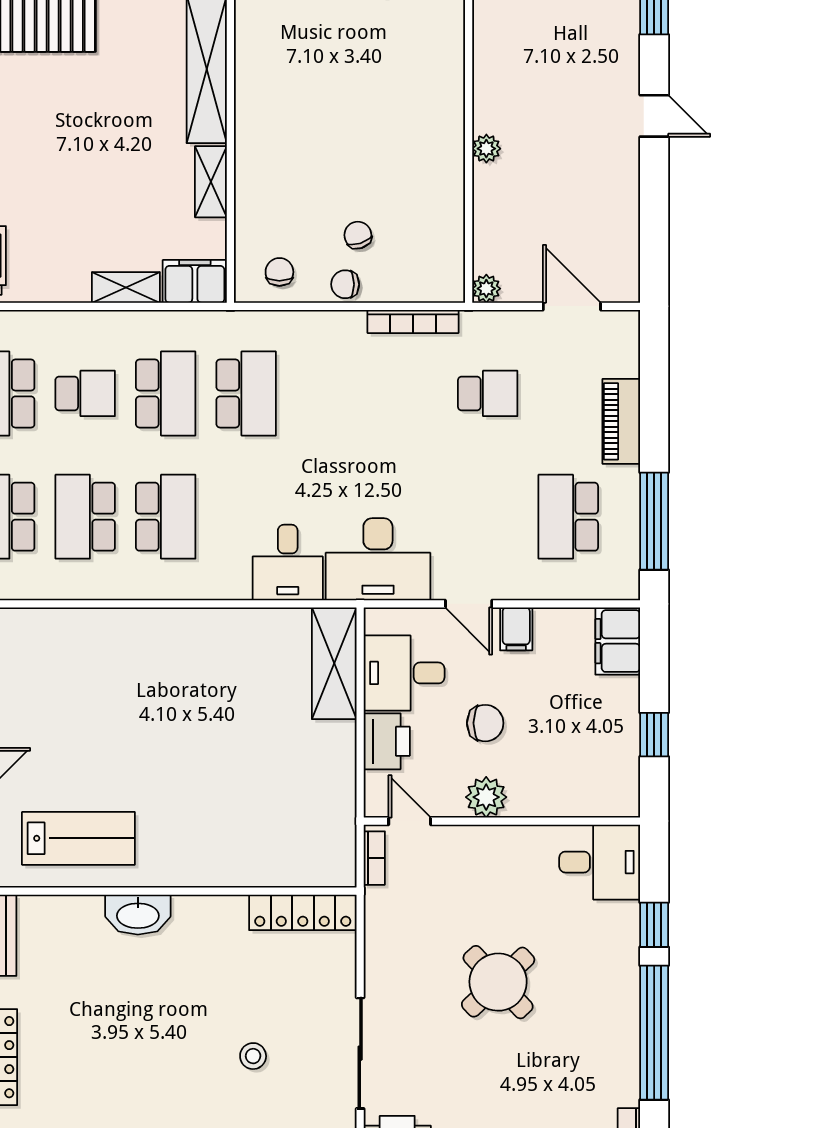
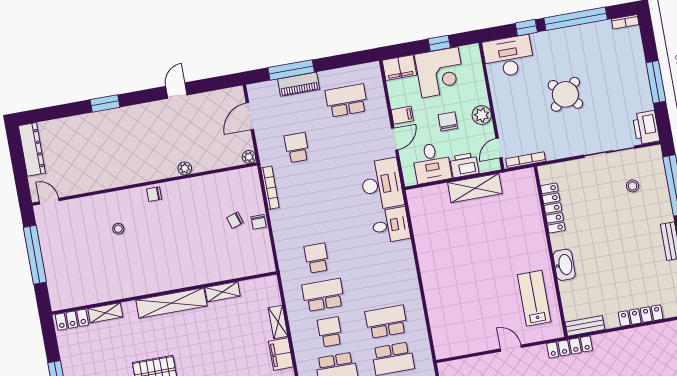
door: (654, 116) -> (176, 91), moved
chair: (279, 272) -> (154, 194), moved
filing cabinet: (195, 281) -> (281, 354), moved
school desk: (246, 393) -> (317, 258), width x0.54
school desk: (85, 517) -> (386, 322), turned 180
school desk: (166, 517) -> (380, 285), removed
school desk: (568, 517) -> (347, 101), turned 180
window: (654, 521) -> (291, 70), moved
shelving: (334, 663) -> (475, 188), moved
corner desk: (592, 725) -> (440, 72), added
bookcase: (374, 858) -> (526, 160), width x1.56
desk: (600, 862) -> (508, 57), width x1.37
locker: (303, 912) -> (553, 208), moved
stool: (253, 1056) -> (633, 186), moved

